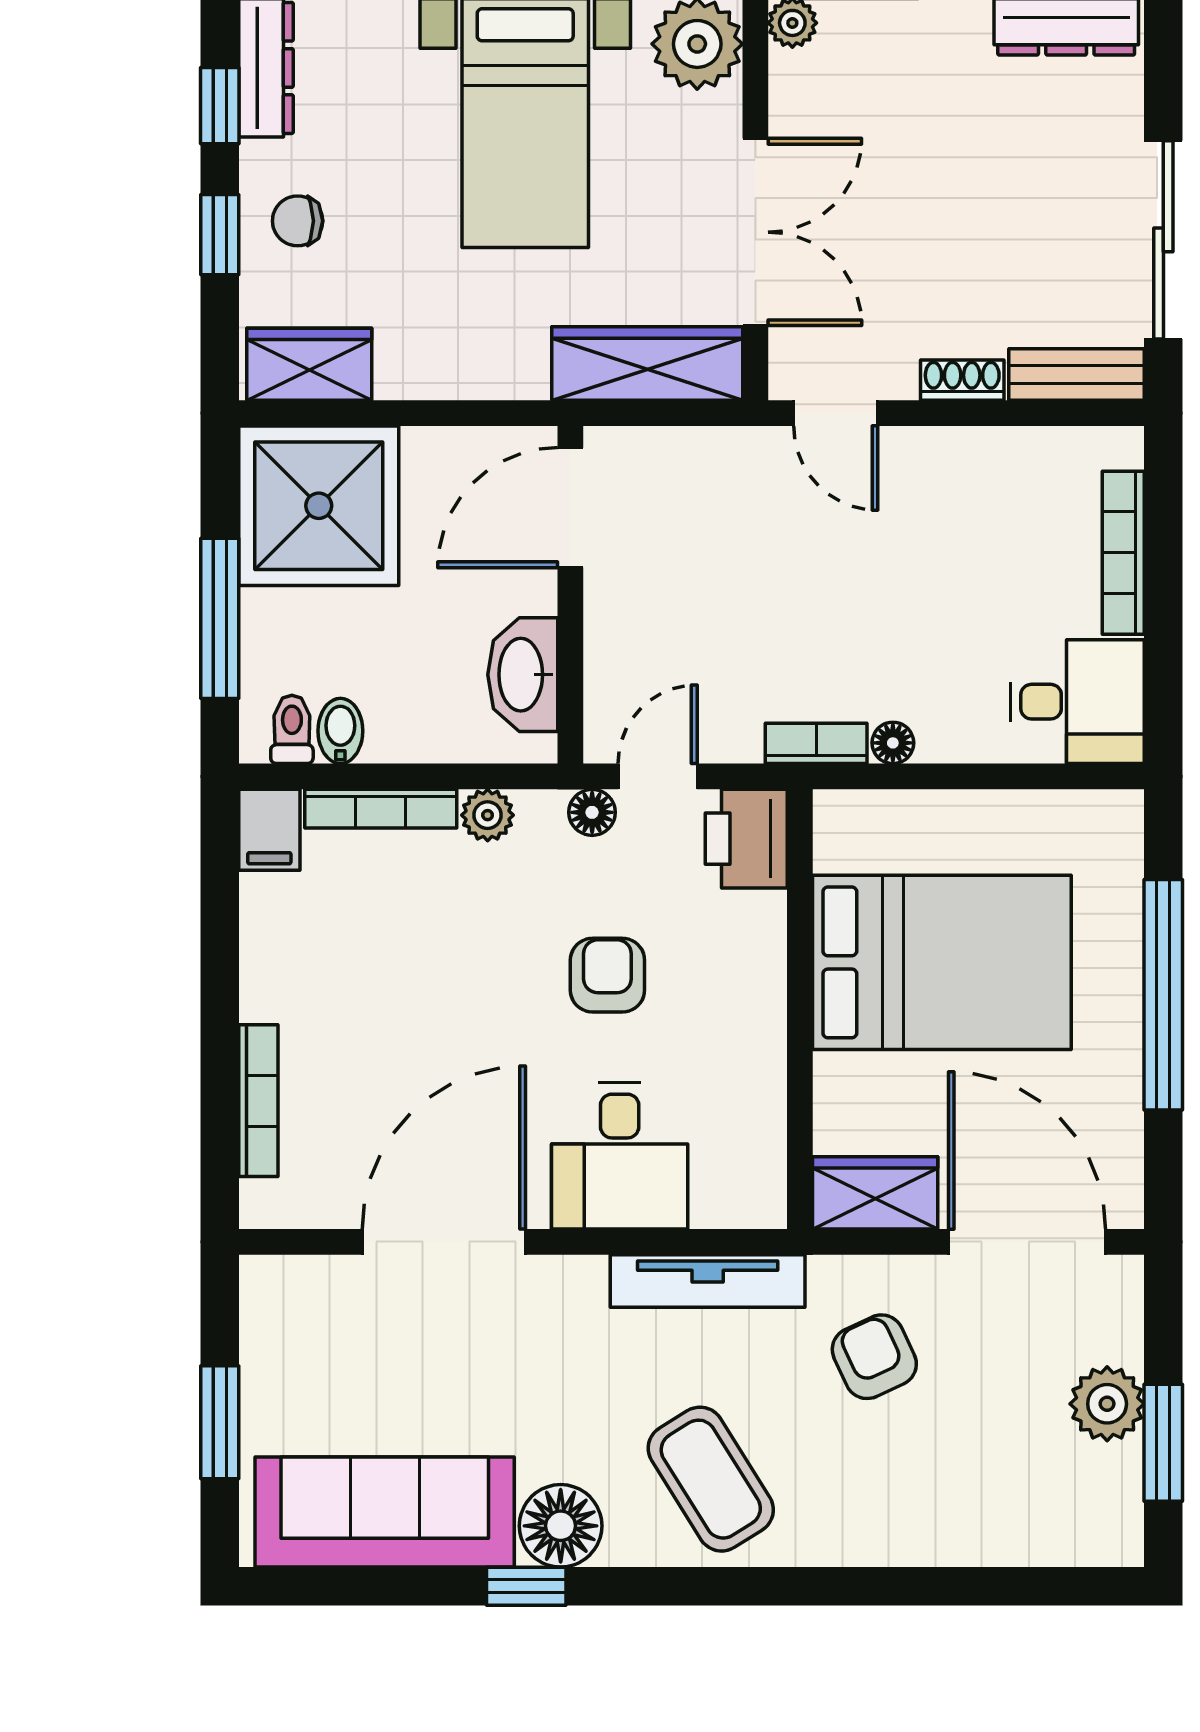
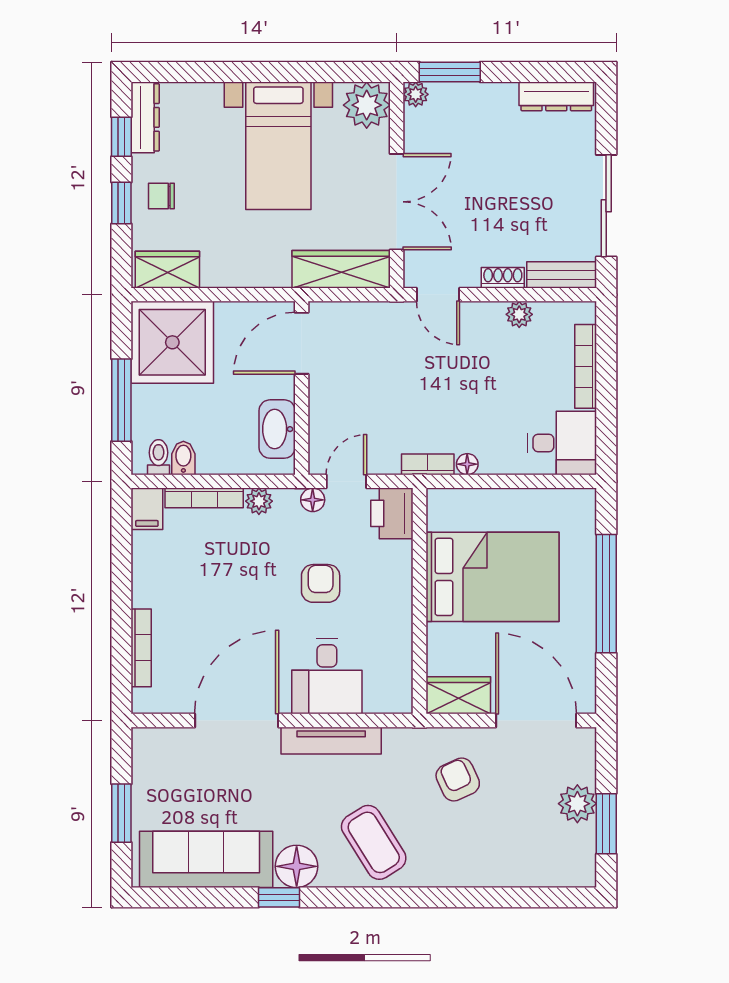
plant: (994, 451) -> (519, 314), added
tv unit: (708, 1281) -> (331, 741), moved

